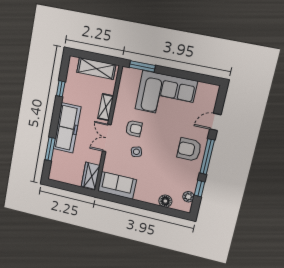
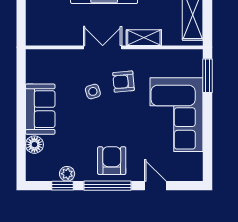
armchair: (134, 129) -> (123, 82), turned 85
wardrobe: (91, 176) -> (45, 35), removed
sofa: (117, 185) -> (40, 109), moved
plant: (188, 197) -> (67, 174), moved

